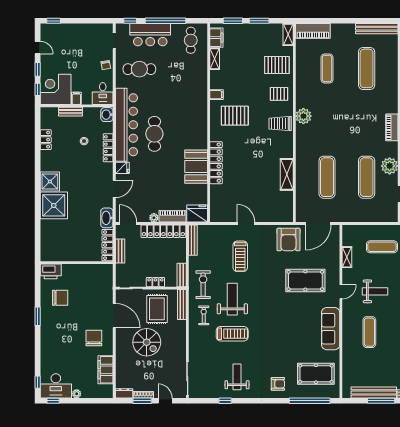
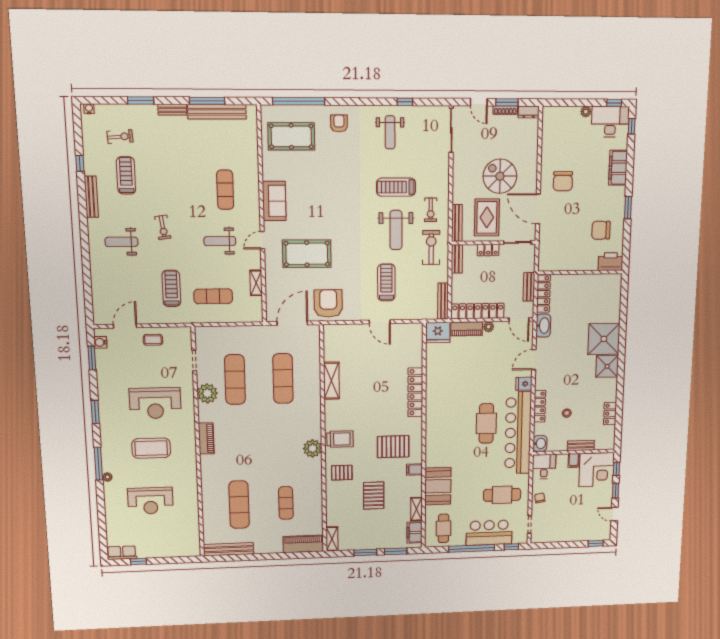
pallet: (277, 65) -> (374, 496), moved, turned 90
booth: (196, 167) -> (438, 486), moved
exercise bike: (203, 285) -> (431, 247), turned 180
sofa: (331, 329) -> (274, 201), width x0.73
filing cabinet: (106, 370) -> (618, 168), moved, turned 180
armchair: (278, 384) -> (339, 123), turned 90

